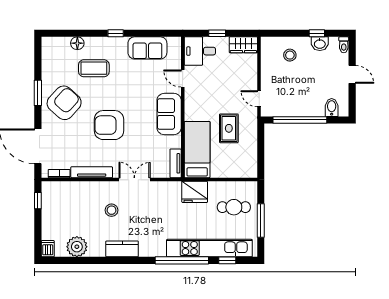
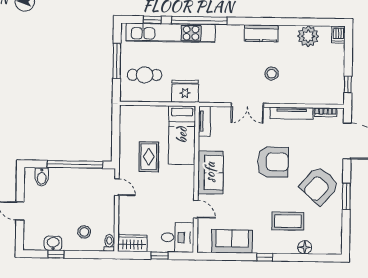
toilet: (344, 45) -> (109, 243), moved

